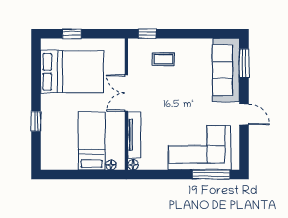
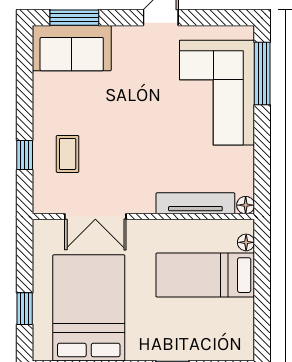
window: (147, 34) -> (25, 155), moved
sofa: (226, 70) -> (72, 48), width x0.73
double door: (126, 93) -> (95, 217), moved

